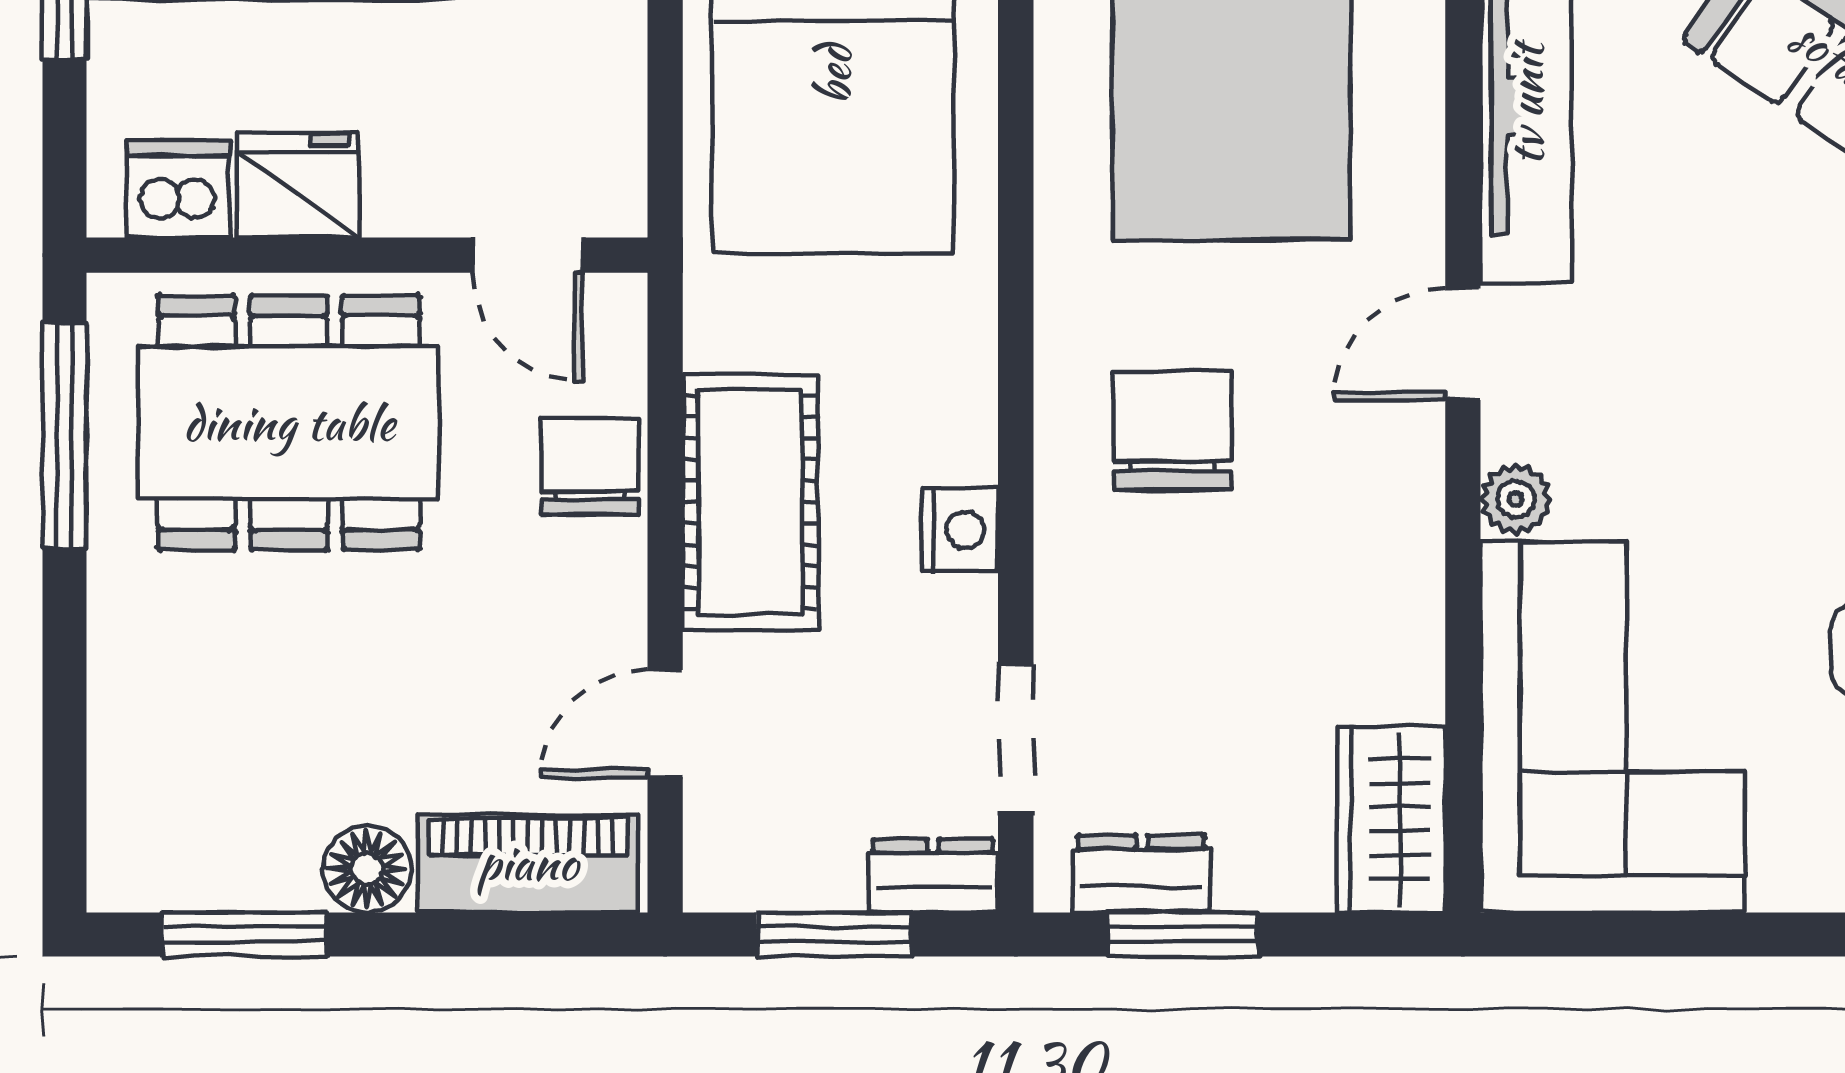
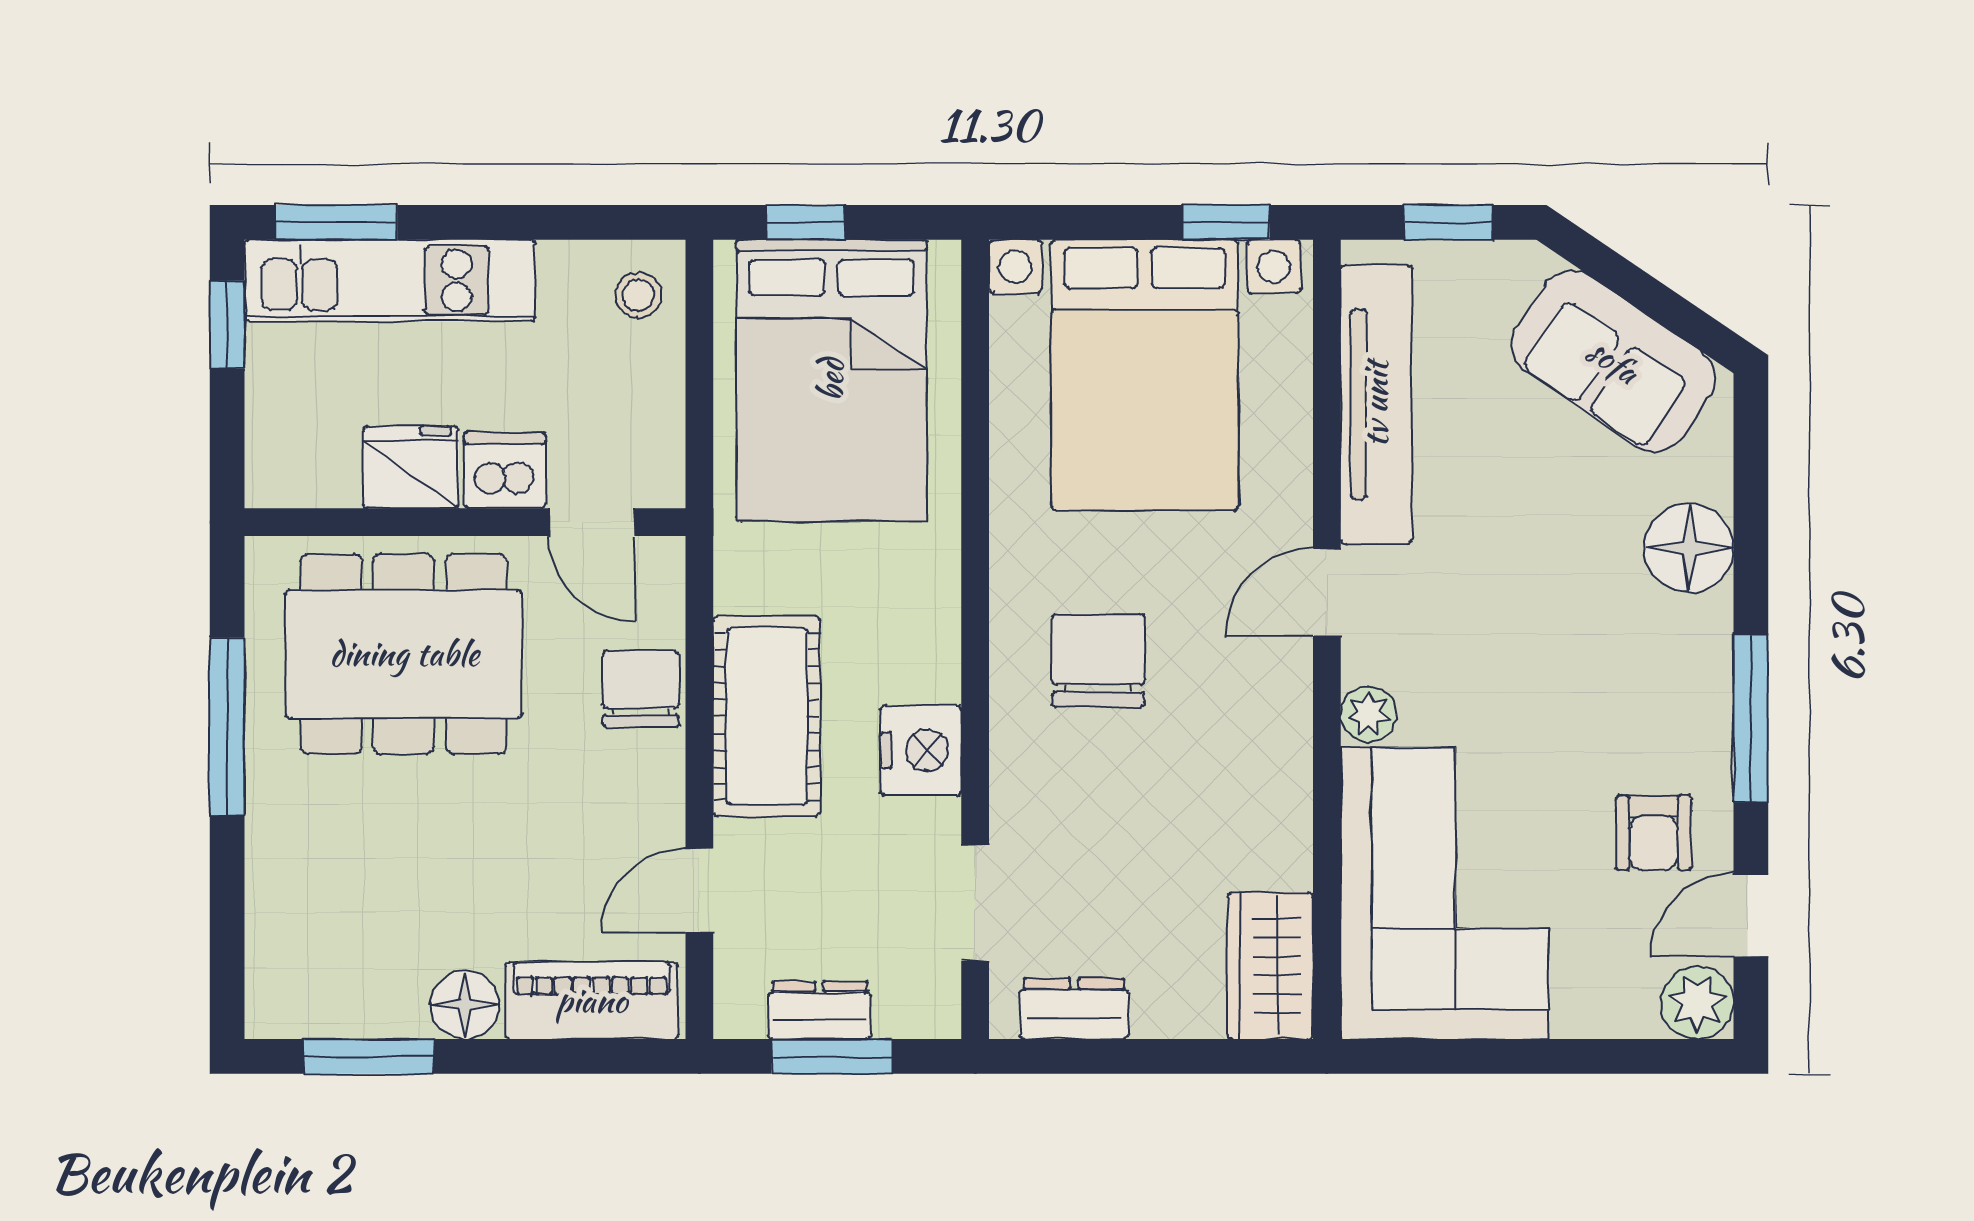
dishwasher: (178, 189) -> (505, 470), moved
window: (64, 436) -> (227, 727), moved
nightstand: (959, 530) -> (921, 750), width x1.36, depth x1.33
dresser: (933, 876) -> (819, 1010), moved
window: (1182, 935) -> (1106, 1056), removed

